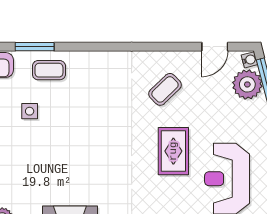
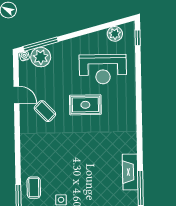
door: (215, 47) -> (17, 95), moved

